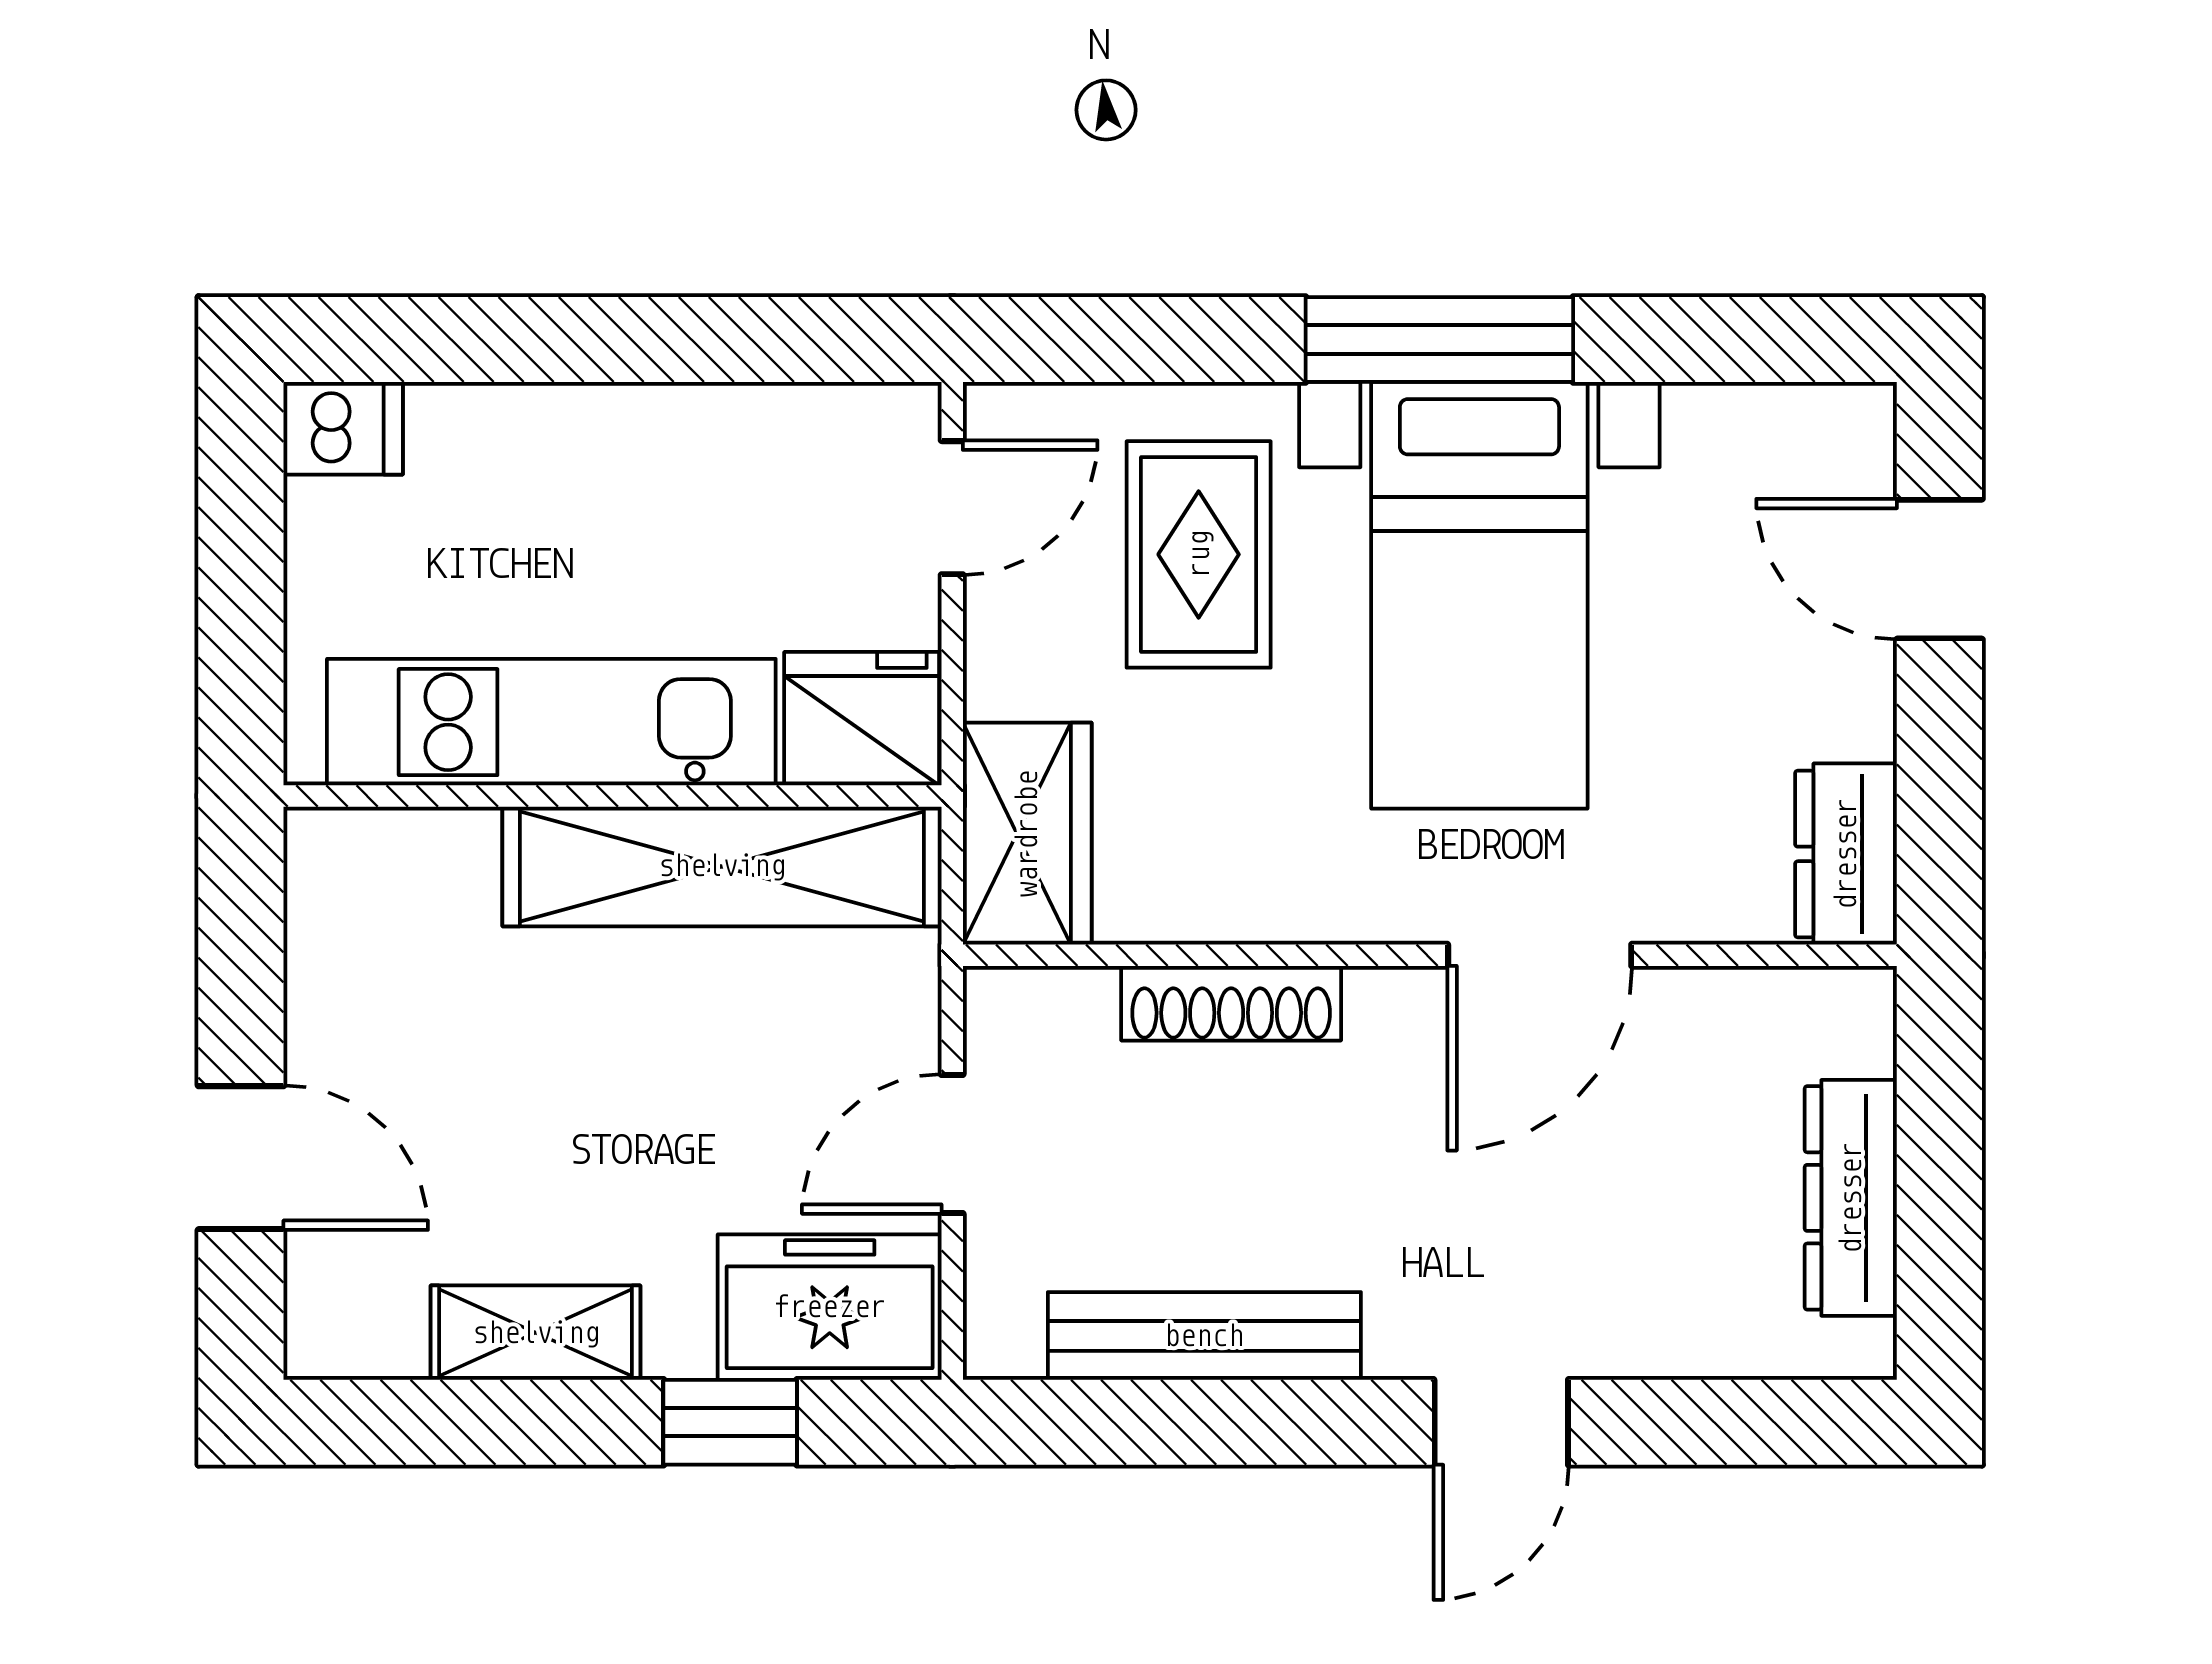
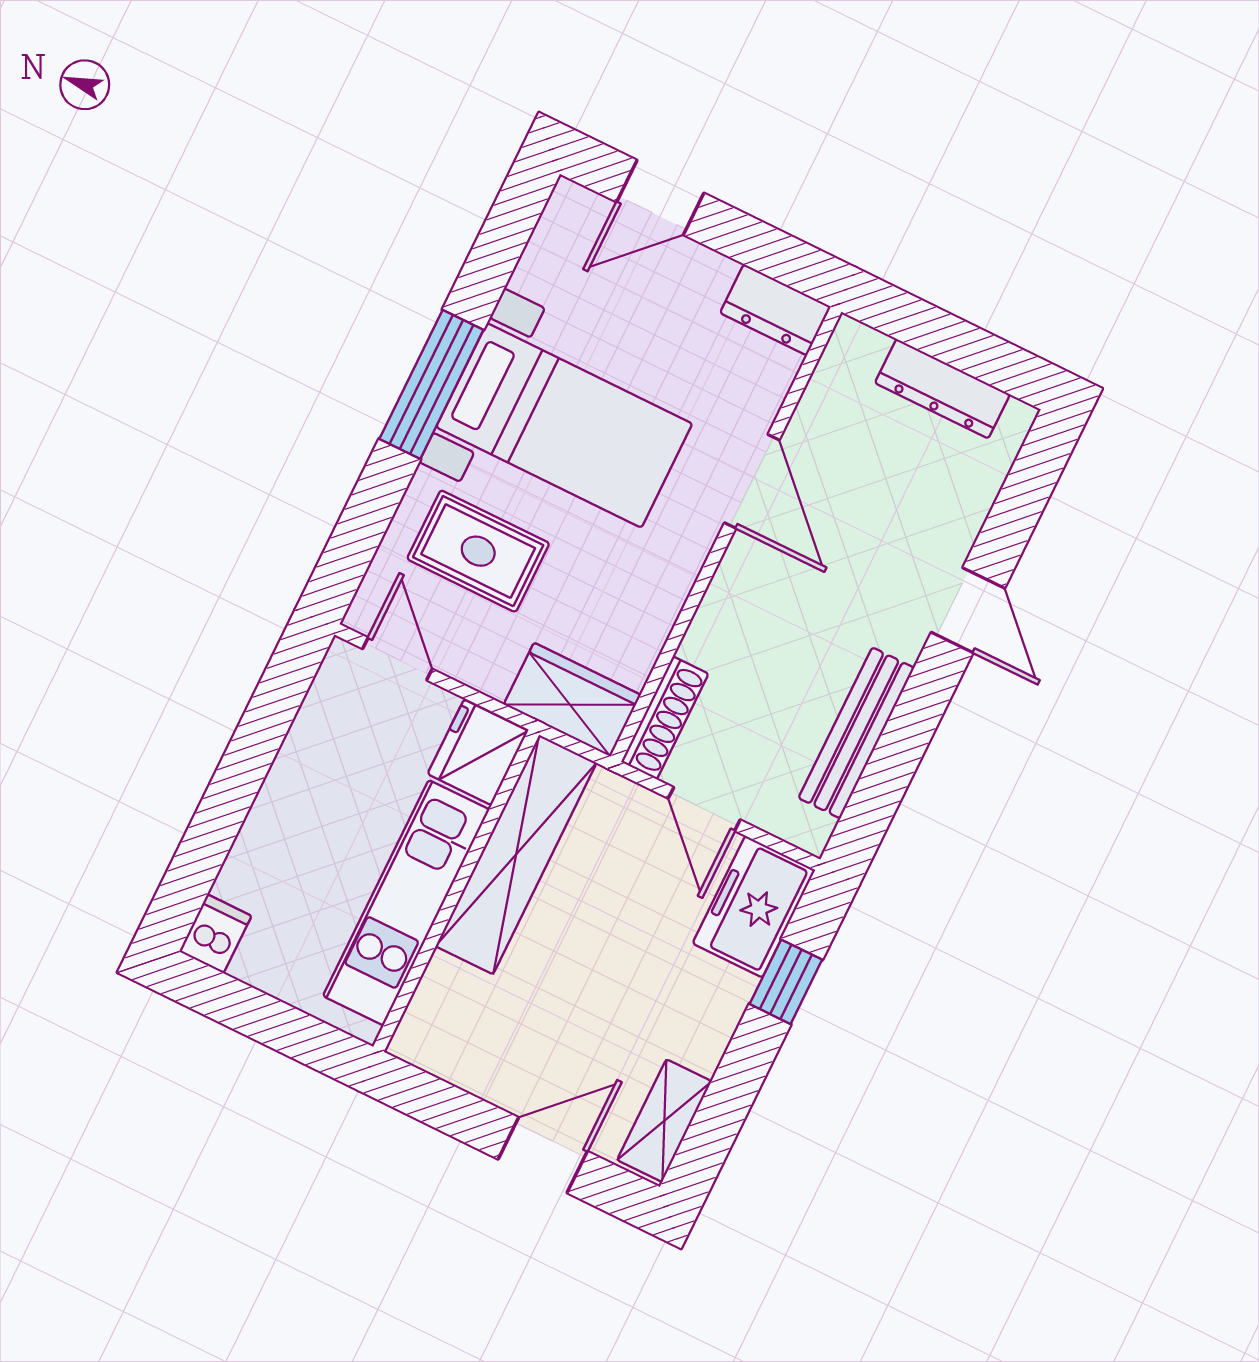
shoe rack: (1231, 1003) -> (665, 718), moved
shelving: (536, 1333) -> (664, 1121), moved

